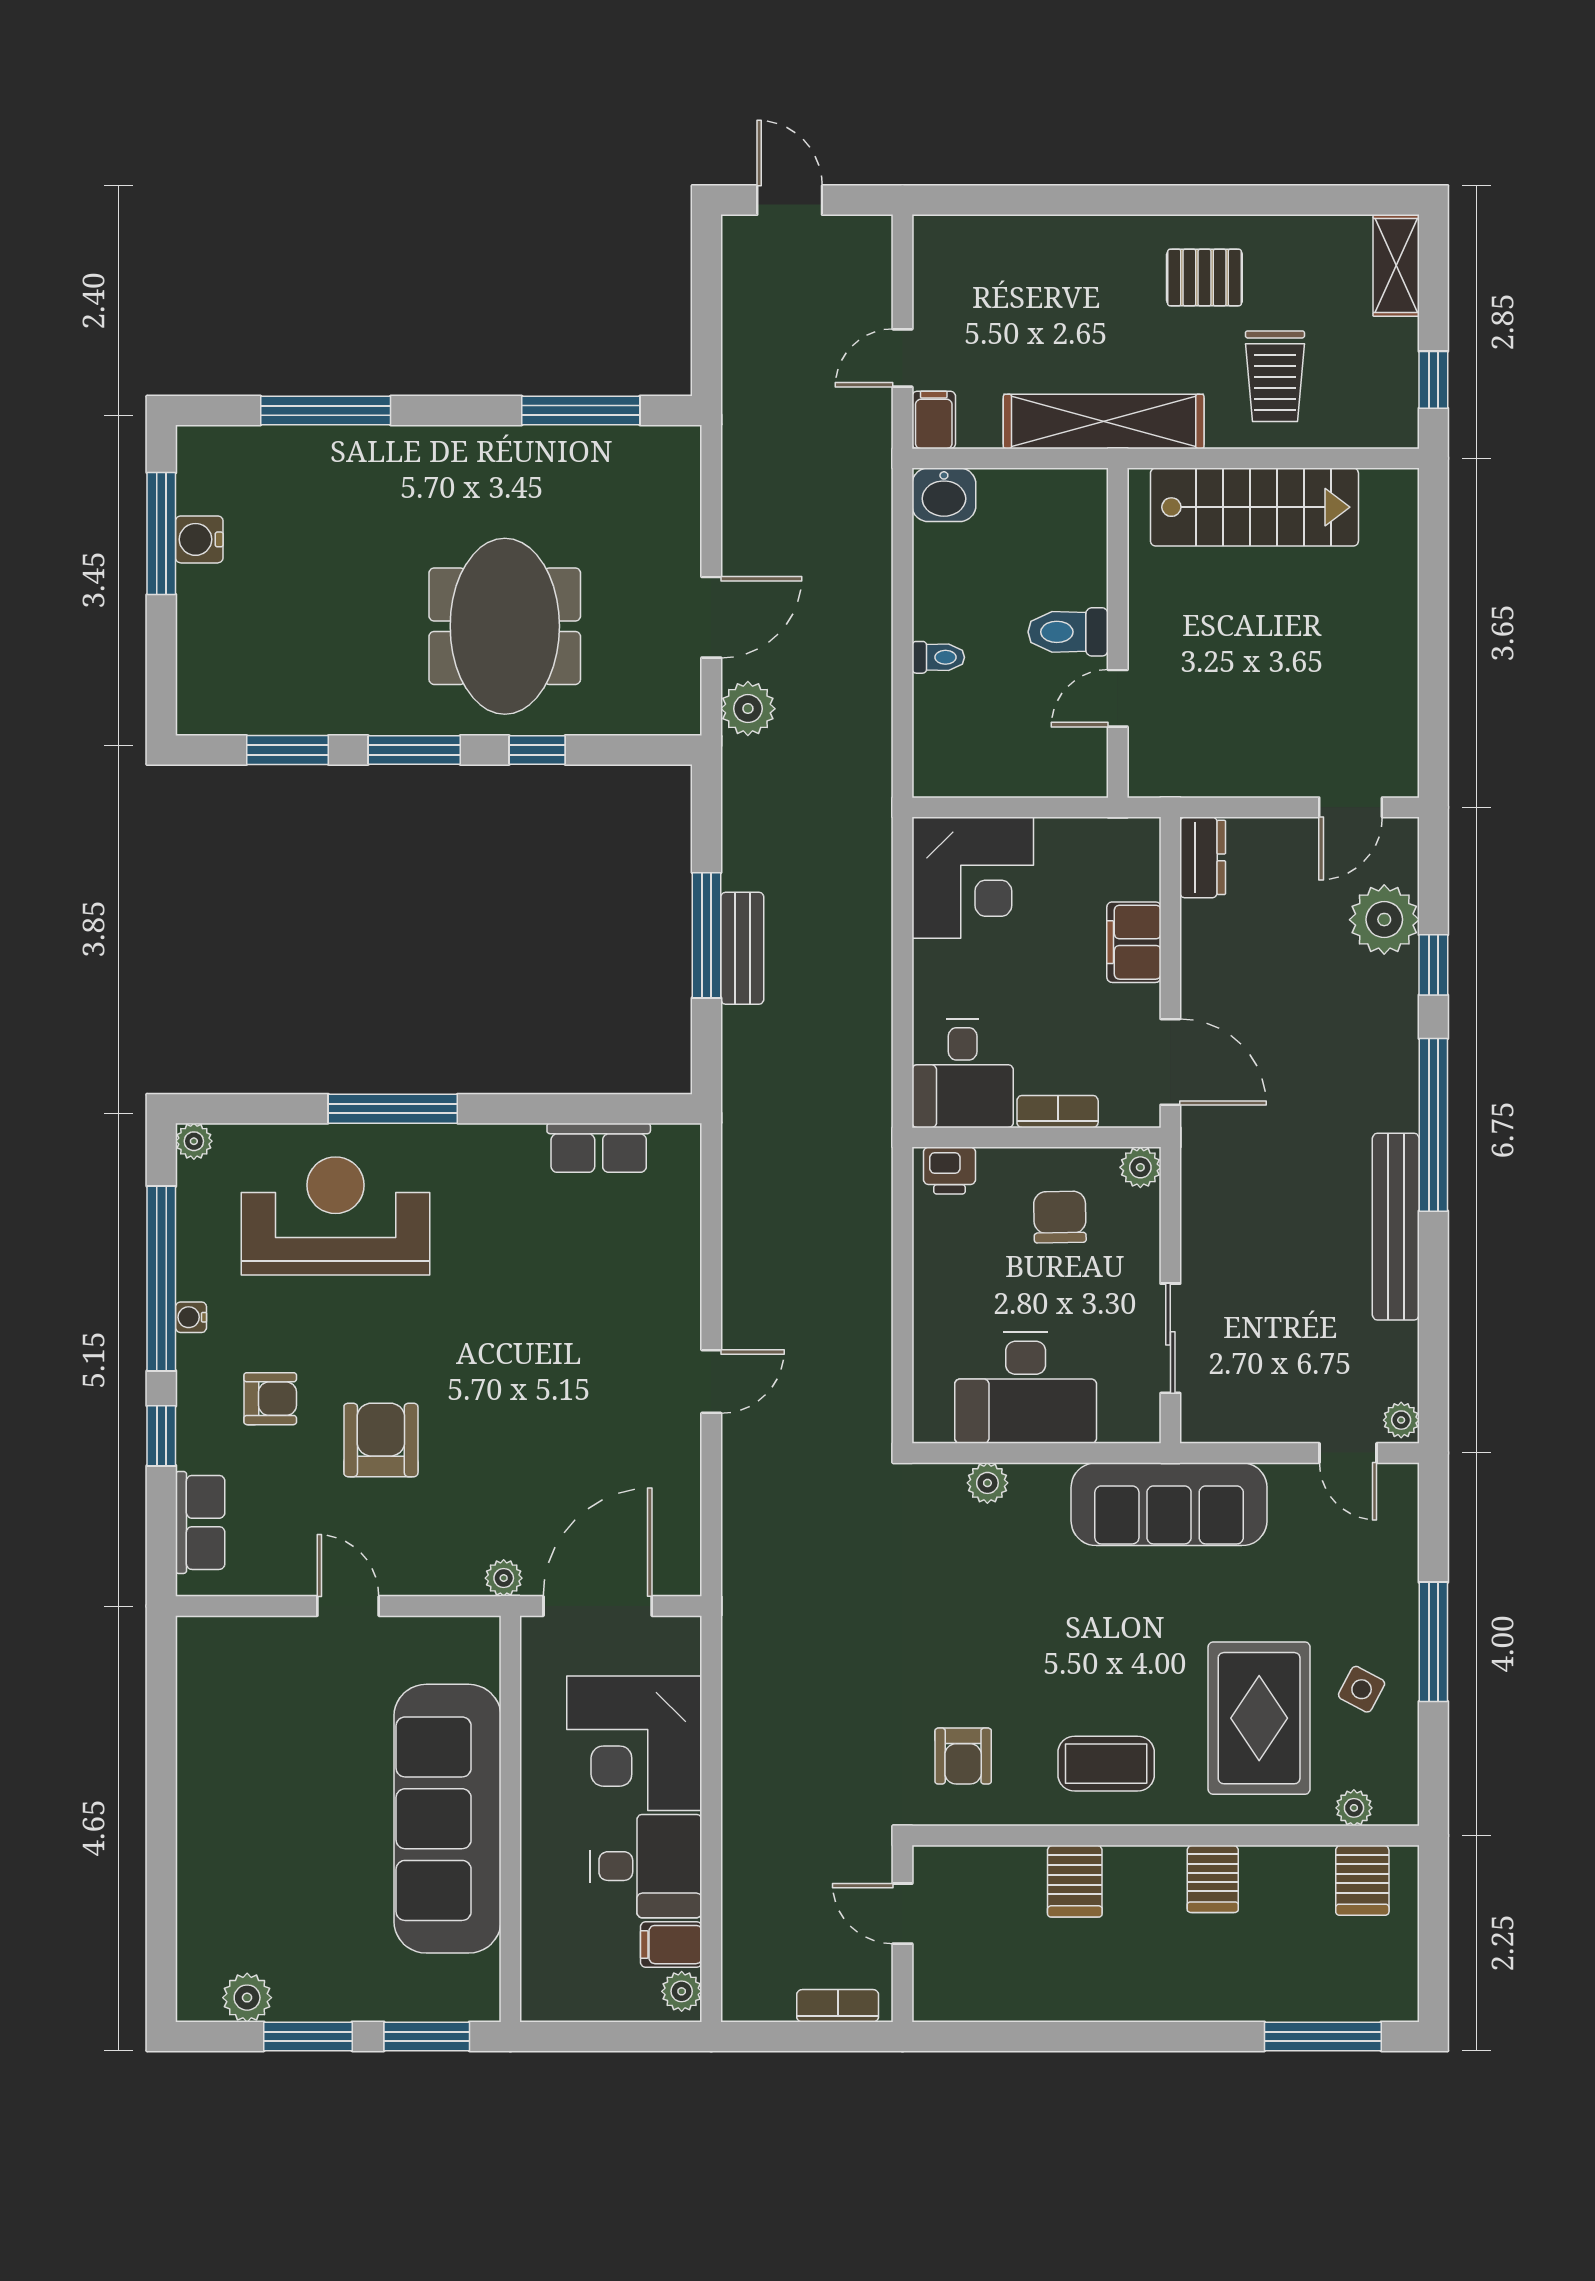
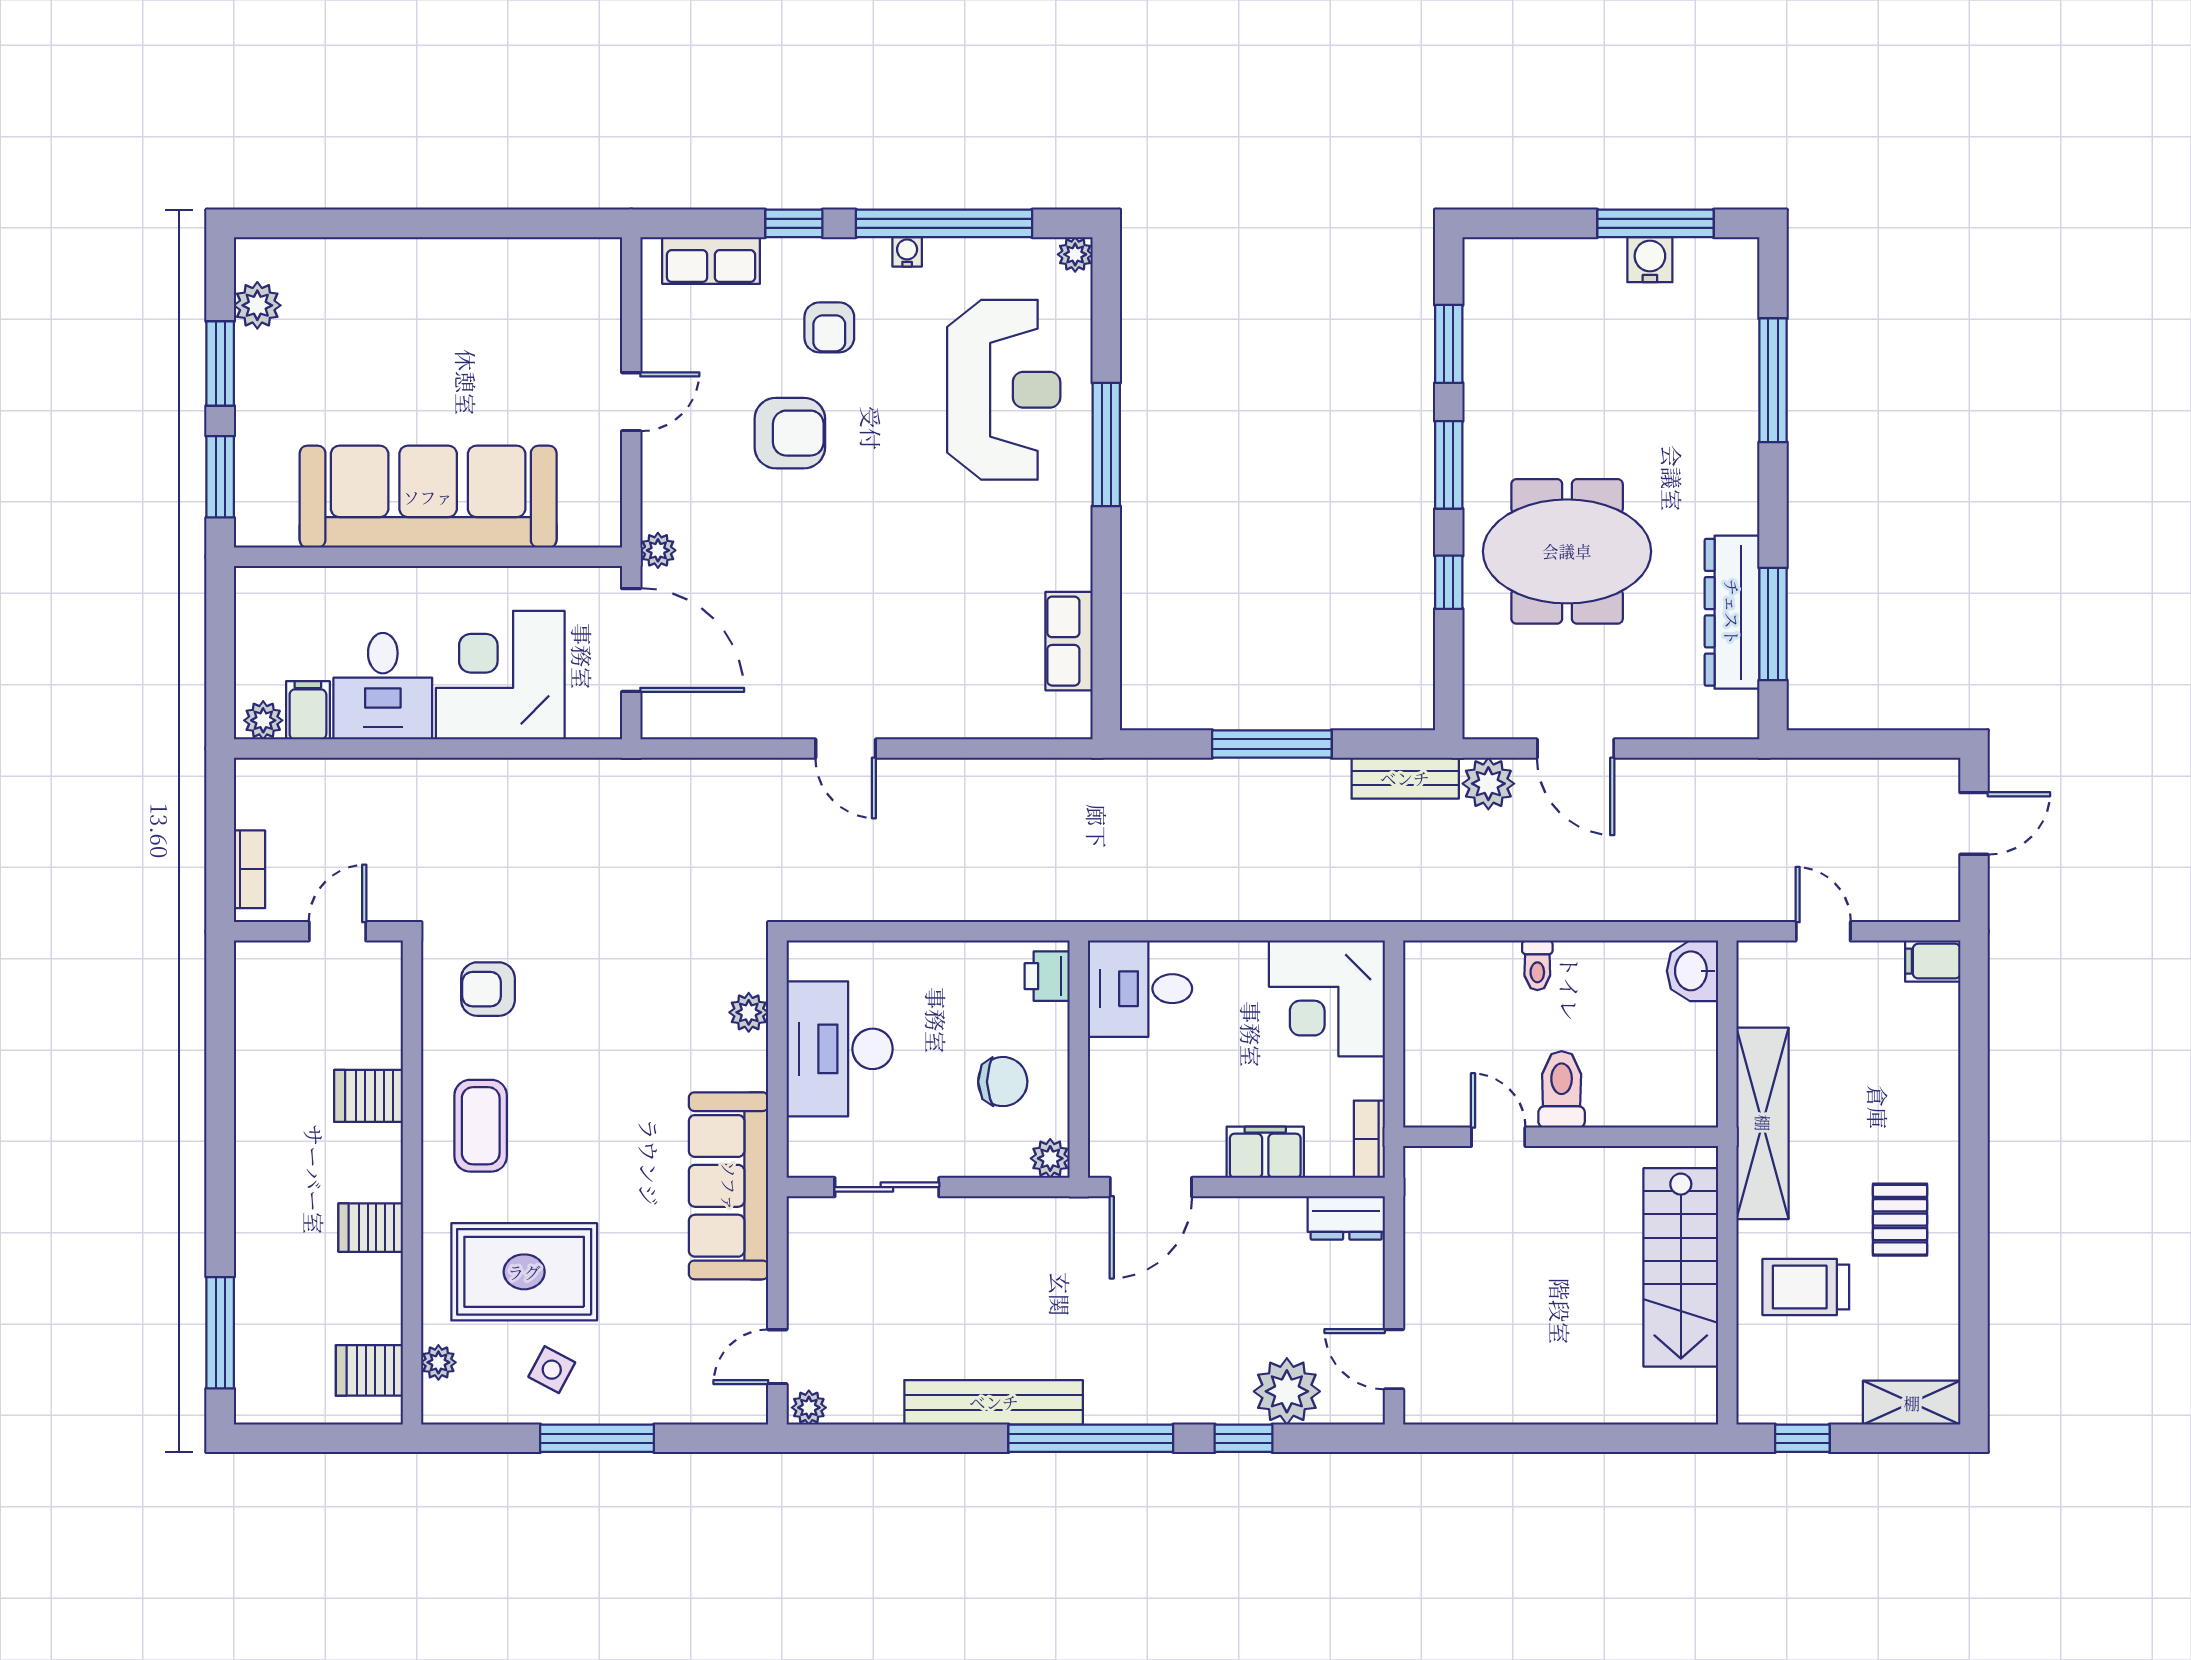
filing cabinet: (934, 420) -> (1933, 961), moved, turned 180
dresser: (568, 453) -> (1732, 612), added
bench: (742, 948) -> (1405, 778), moved
bookcase: (1058, 1112) -> (1369, 1139), moved, turned 180

